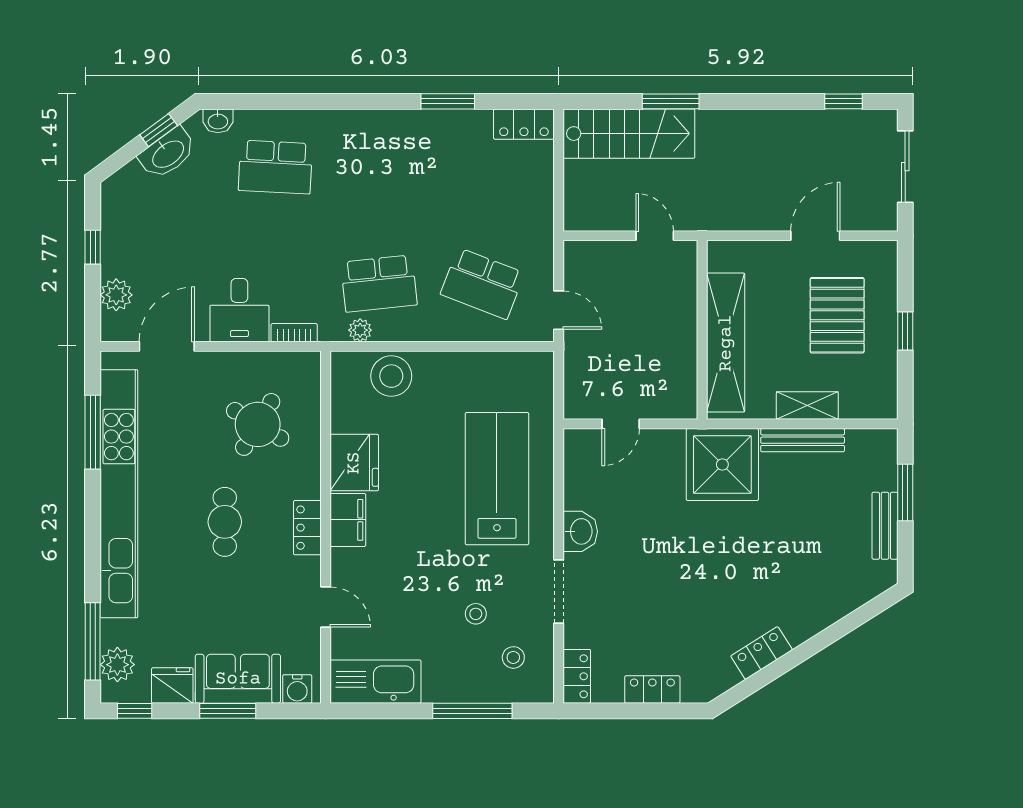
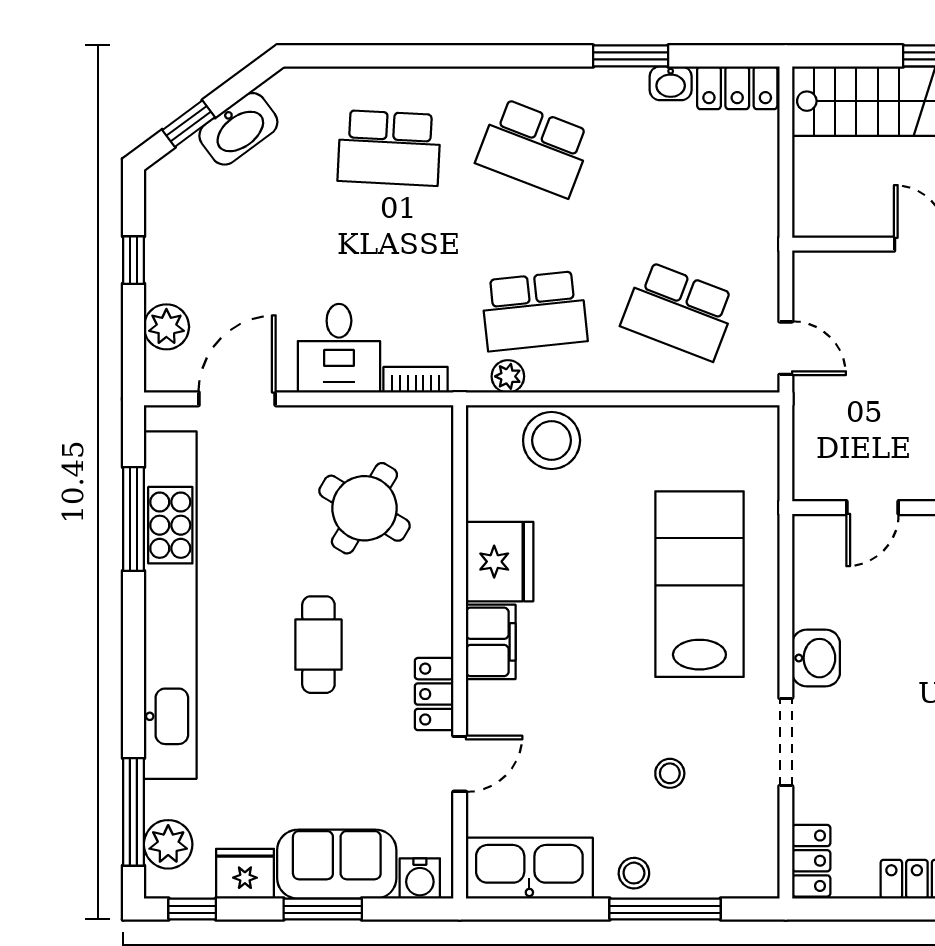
washbasin: (218, 121) -> (671, 83), moved
window: (159, 130) -> (189, 124), moved
school desk: (379, 167) -> (534, 148), added
locker: (307, 528) -> (434, 694), moved
door: (326, 607) -> (460, 764), hinge flipped
stool: (513, 657) -> (634, 873), moved

